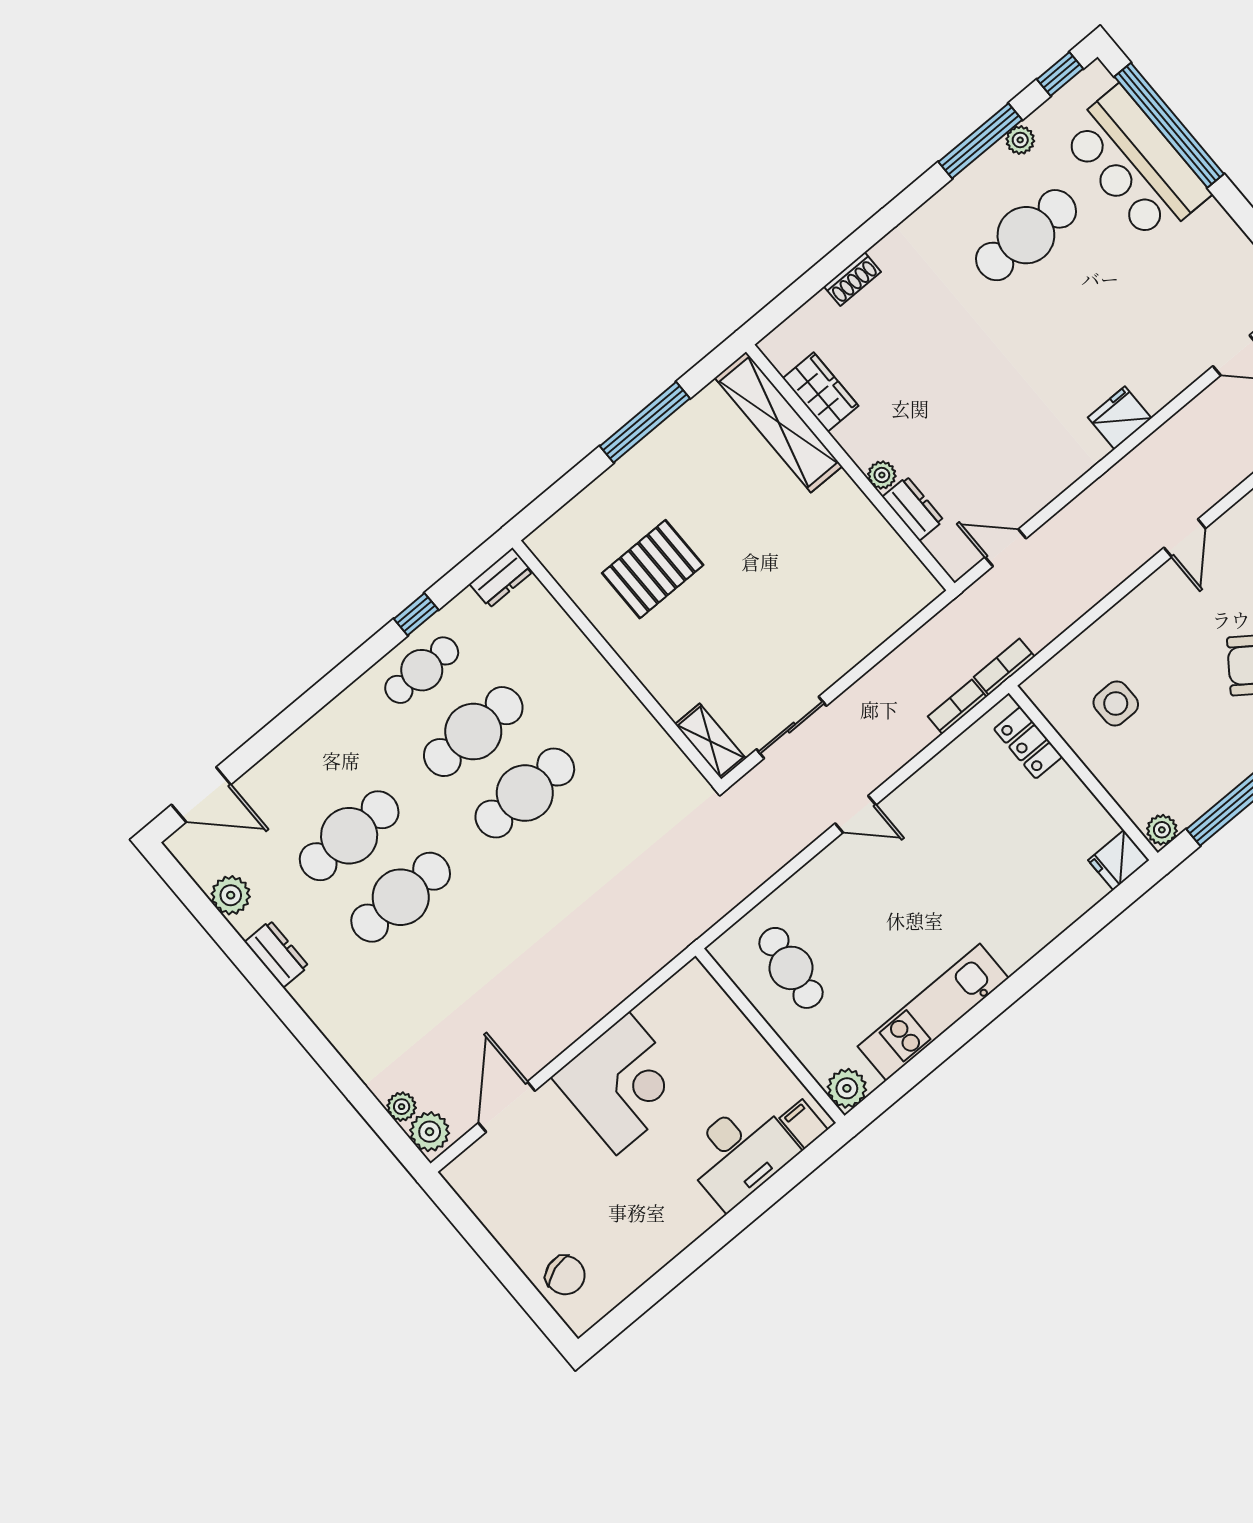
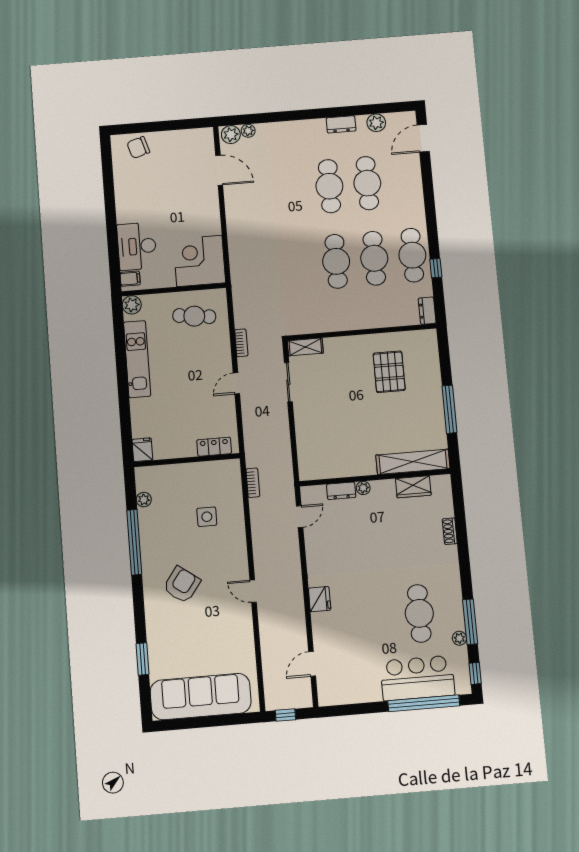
cafe table: (422, 670) -> (412, 255), width x1.37, depth x1.35
bookcase: (957, 707) -> (241, 343), moved
locker: (1028, 743) -> (214, 447), moved
wall: (1083, 773) -> (187, 460), moved
fridge: (1119, 860) -> (142, 450), moved
corner desk: (623, 1084) -> (199, 261), moved, turned 90

